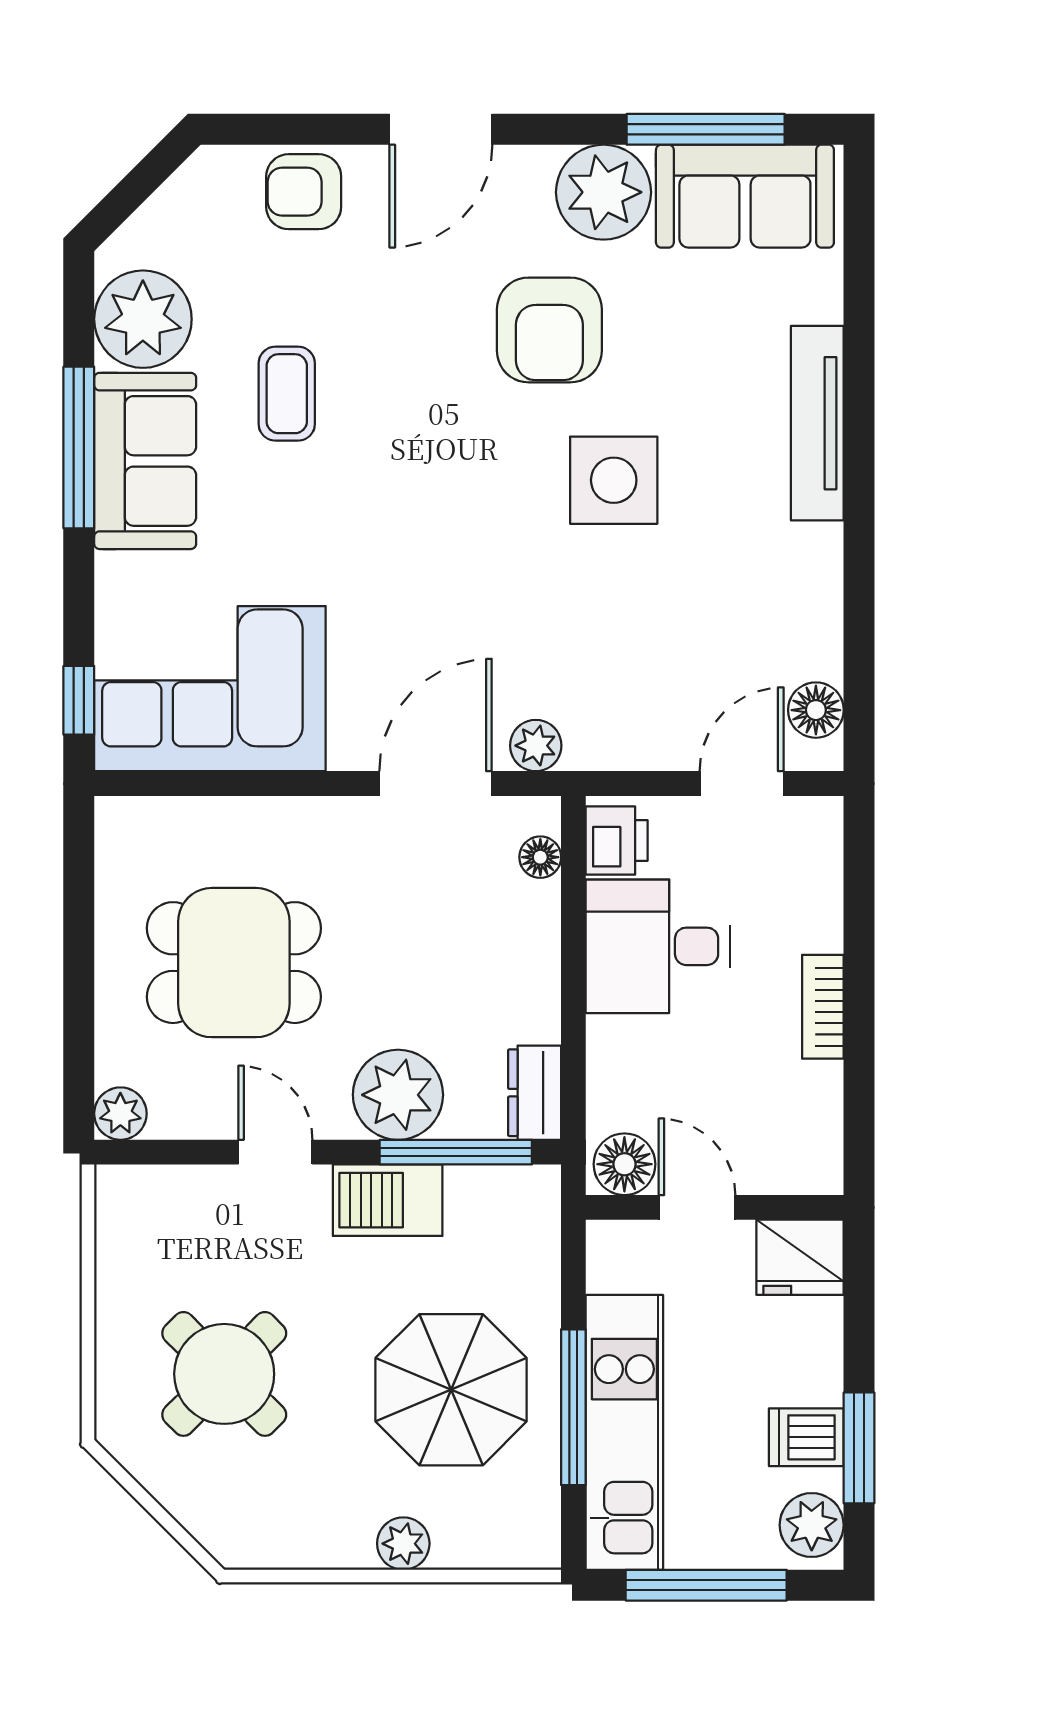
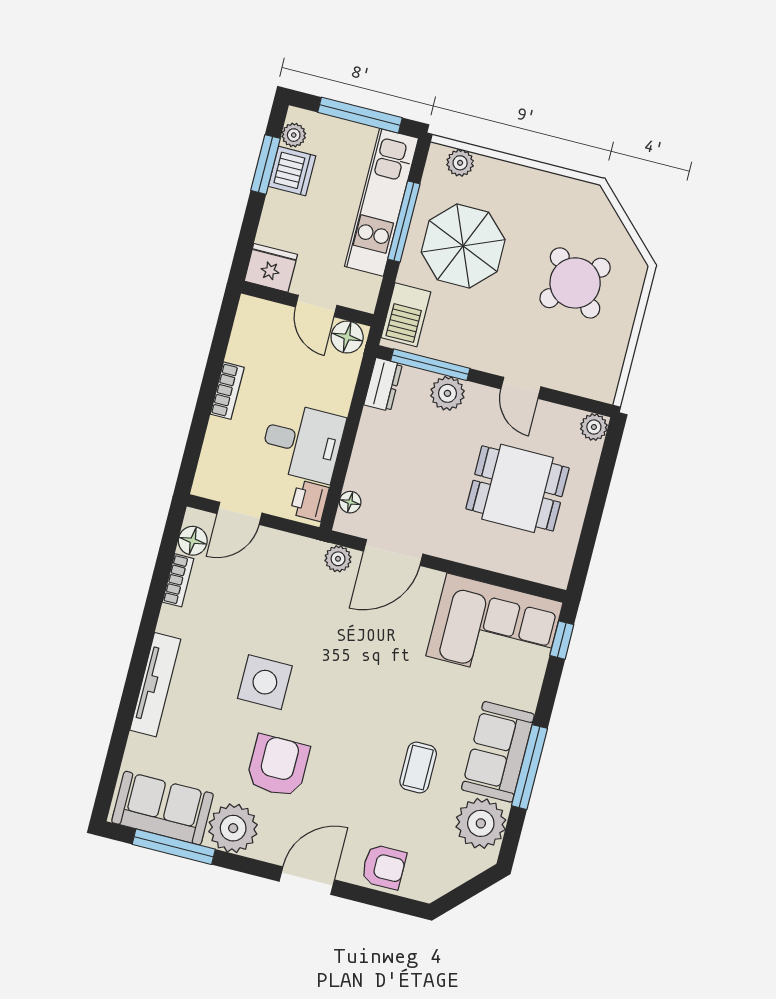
bookcase: (824, 629) -> (178, 580), added
plant: (398, 1095) -> (447, 393), width x0.73, depth x0.73
barbecue: (388, 1200) -> (406, 315), moved, turned 90
dishwasher: (806, 1437) -> (292, 171), width x1.38
plant: (812, 1525) -> (294, 135), width x0.73, depth x0.73
plant: (403, 1544) -> (460, 163), moved

